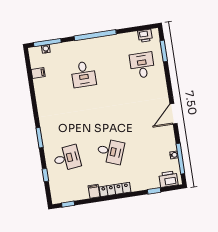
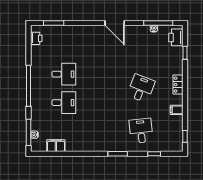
desk: (142, 65) -> (64, 74), moved, turned 180
filing cabinet: (38, 73) -> (56, 146), width x2.00
locker: (115, 190) -> (178, 85), width x0.66

